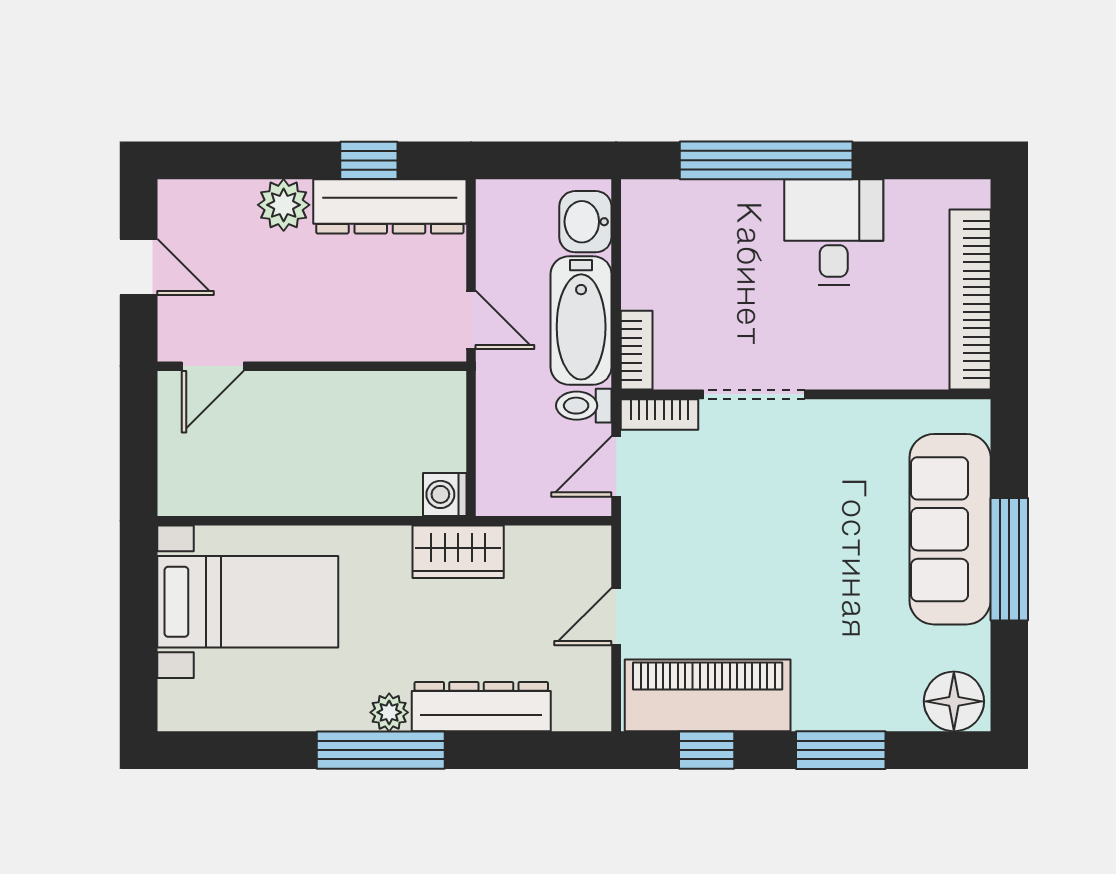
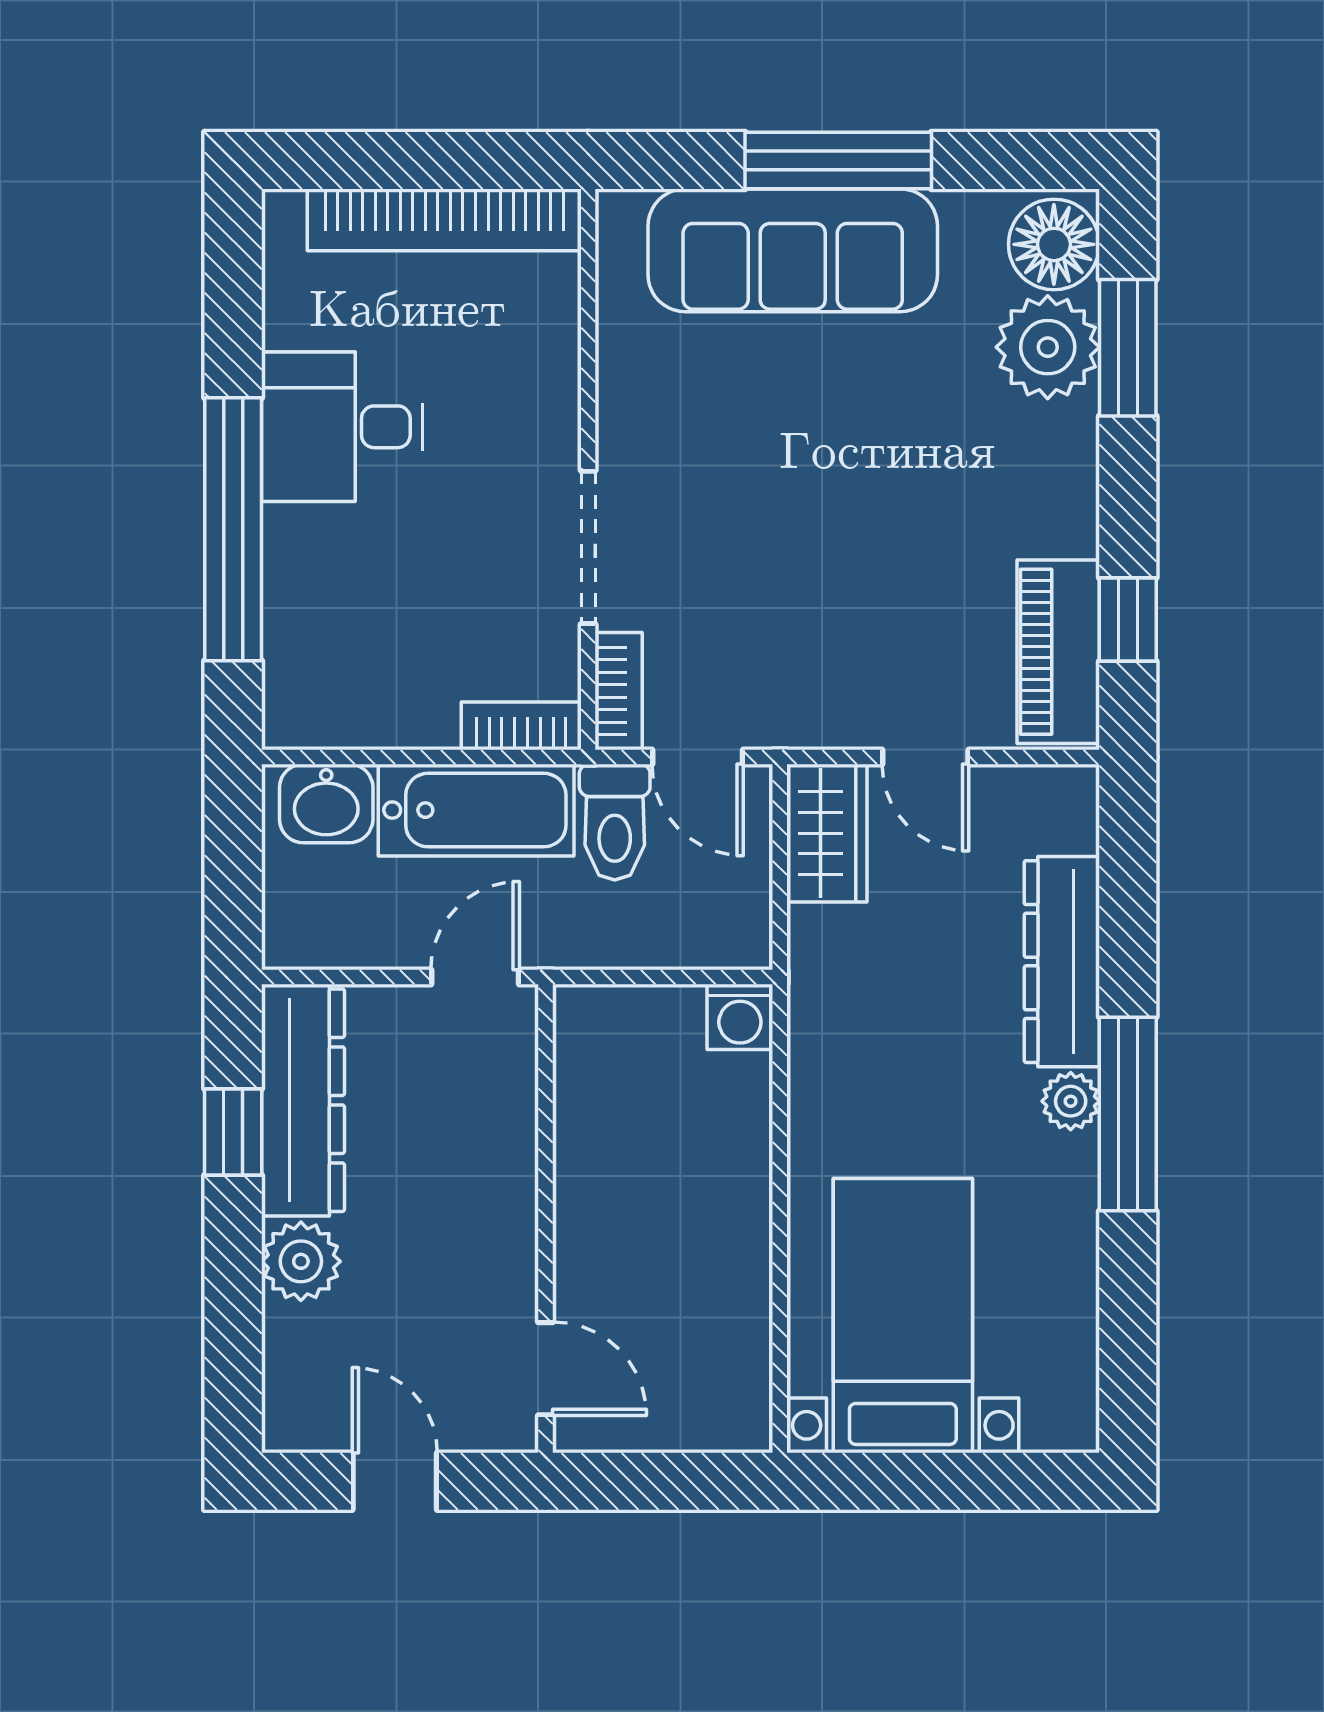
door: (139, 267) -> (395, 1481), hinge flipped
toilet: (584, 406) -> (615, 822), width x1.37, depth x1.39
wardrobe: (458, 552) -> (827, 833), moved
piano: (708, 695) -> (1058, 652), width x0.73, depth x0.75
plant: (886, 697) -> (1048, 347), added
window: (841, 750) -> (1128, 348), moved

